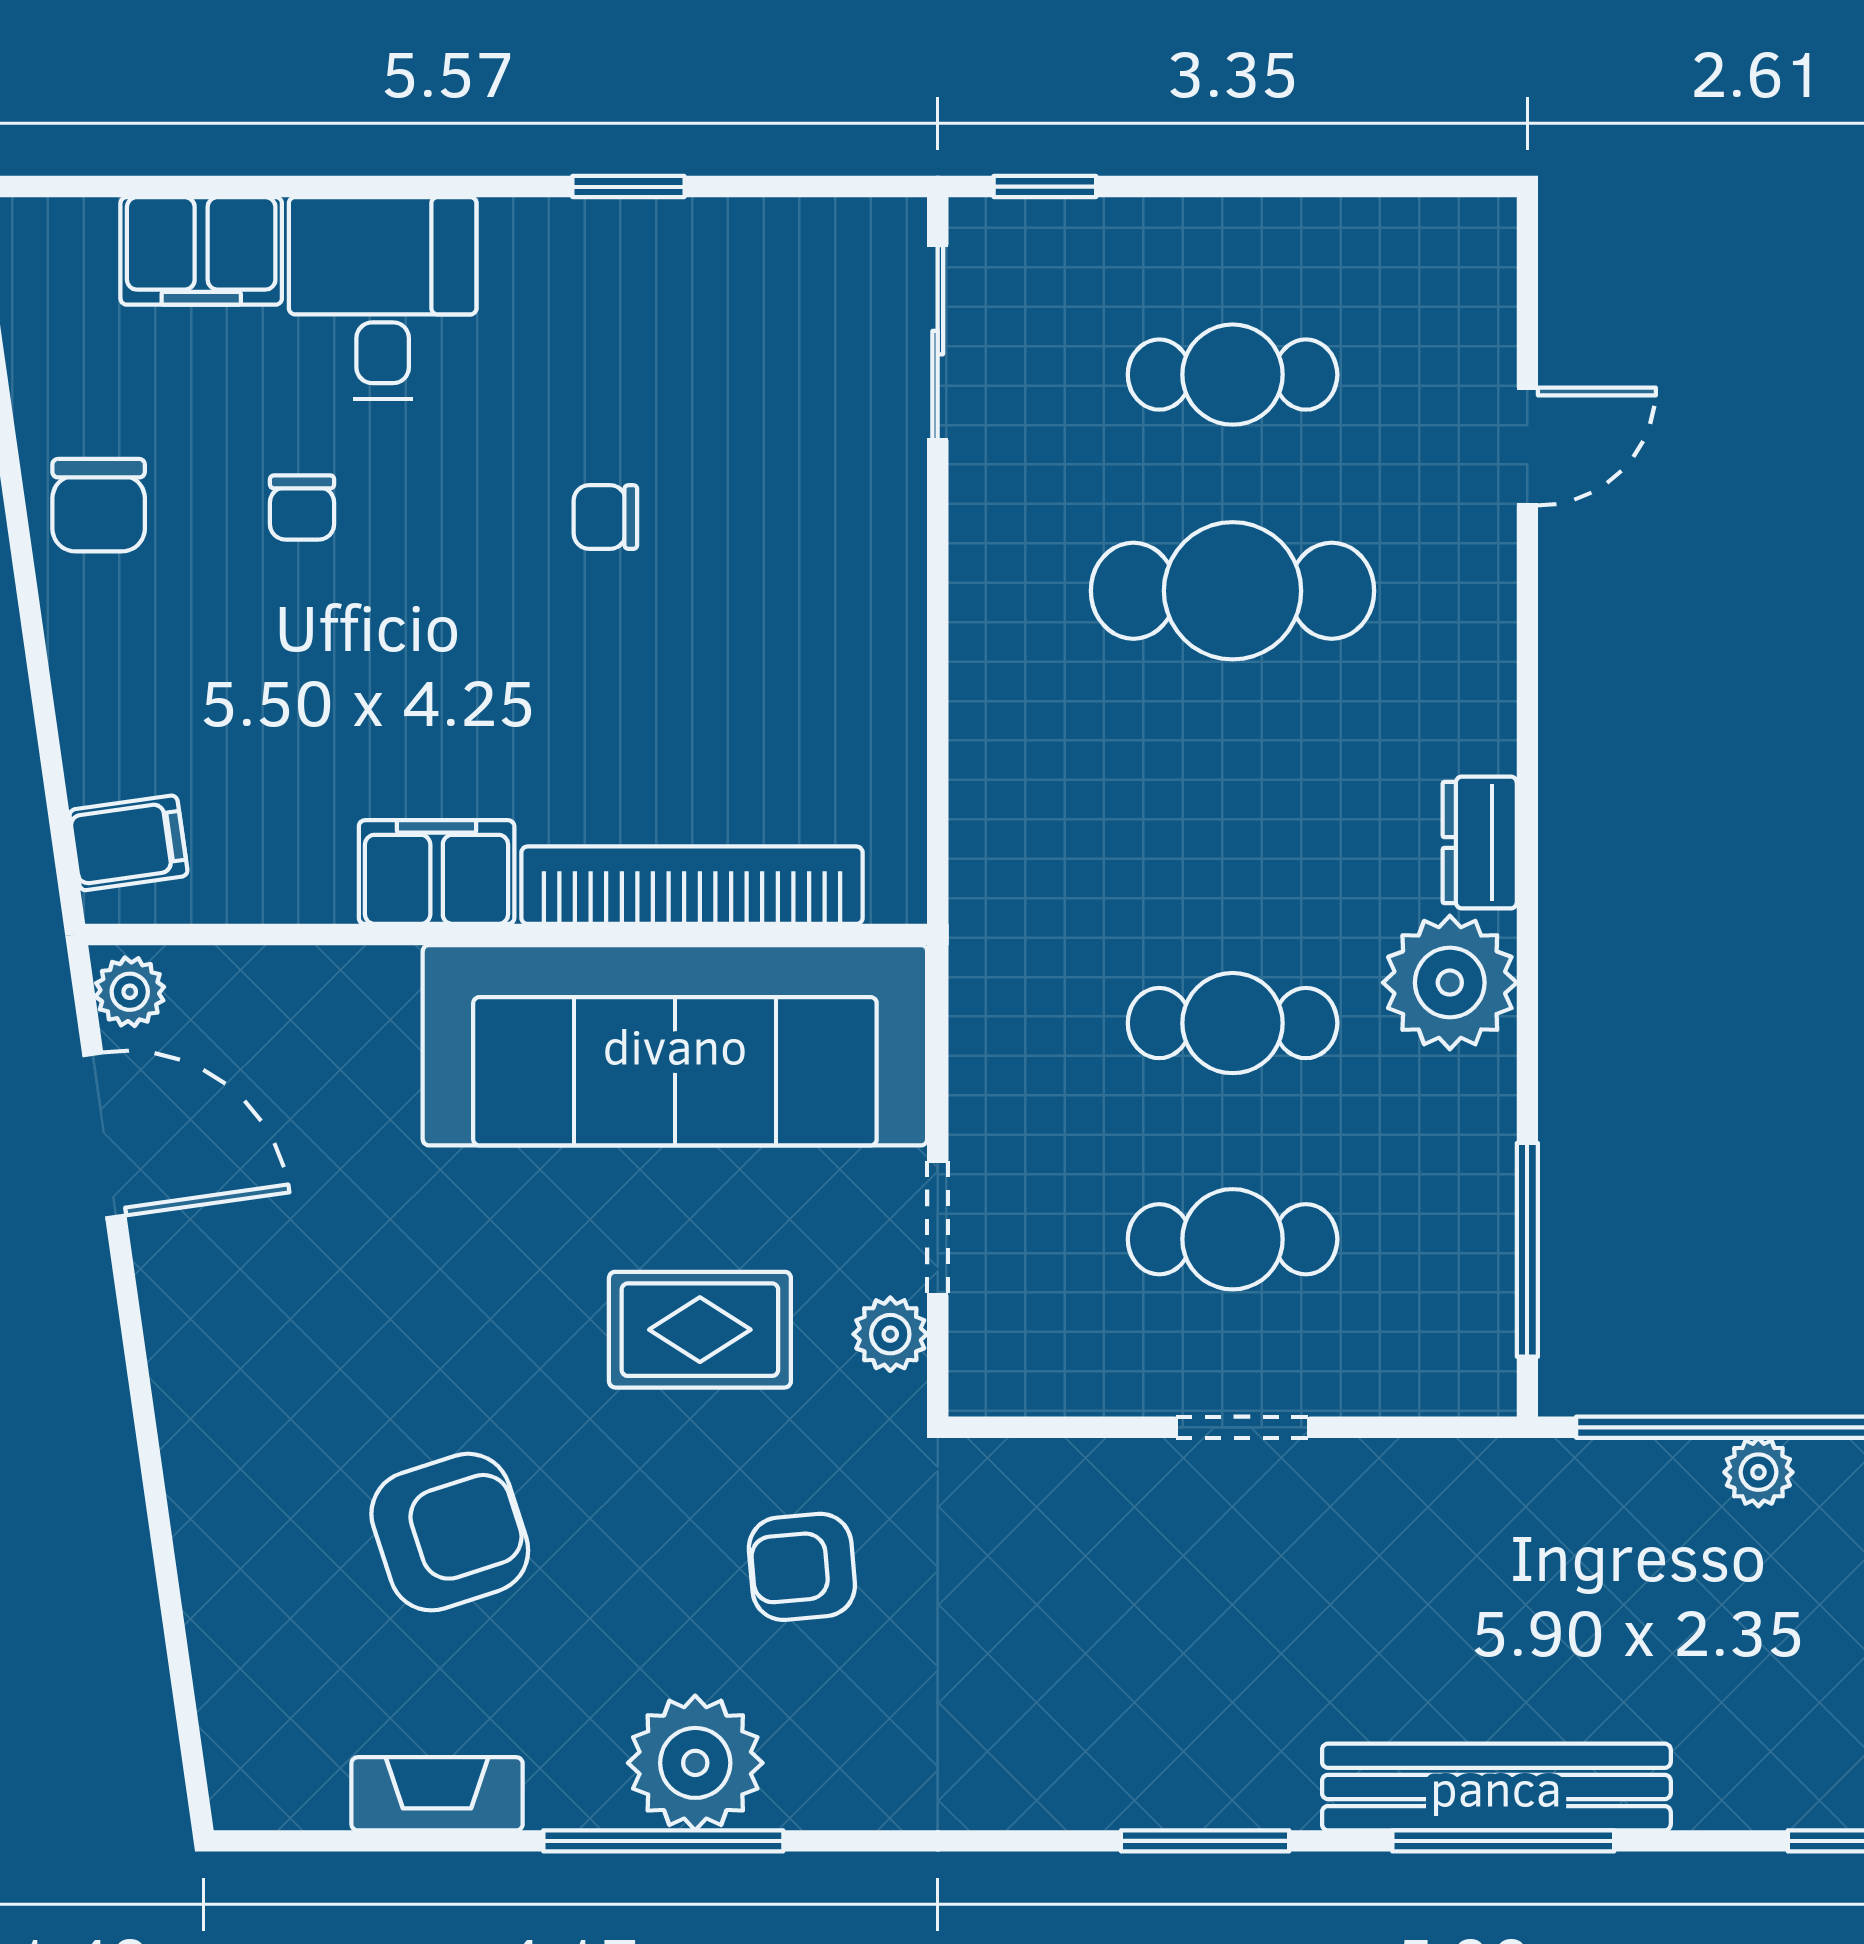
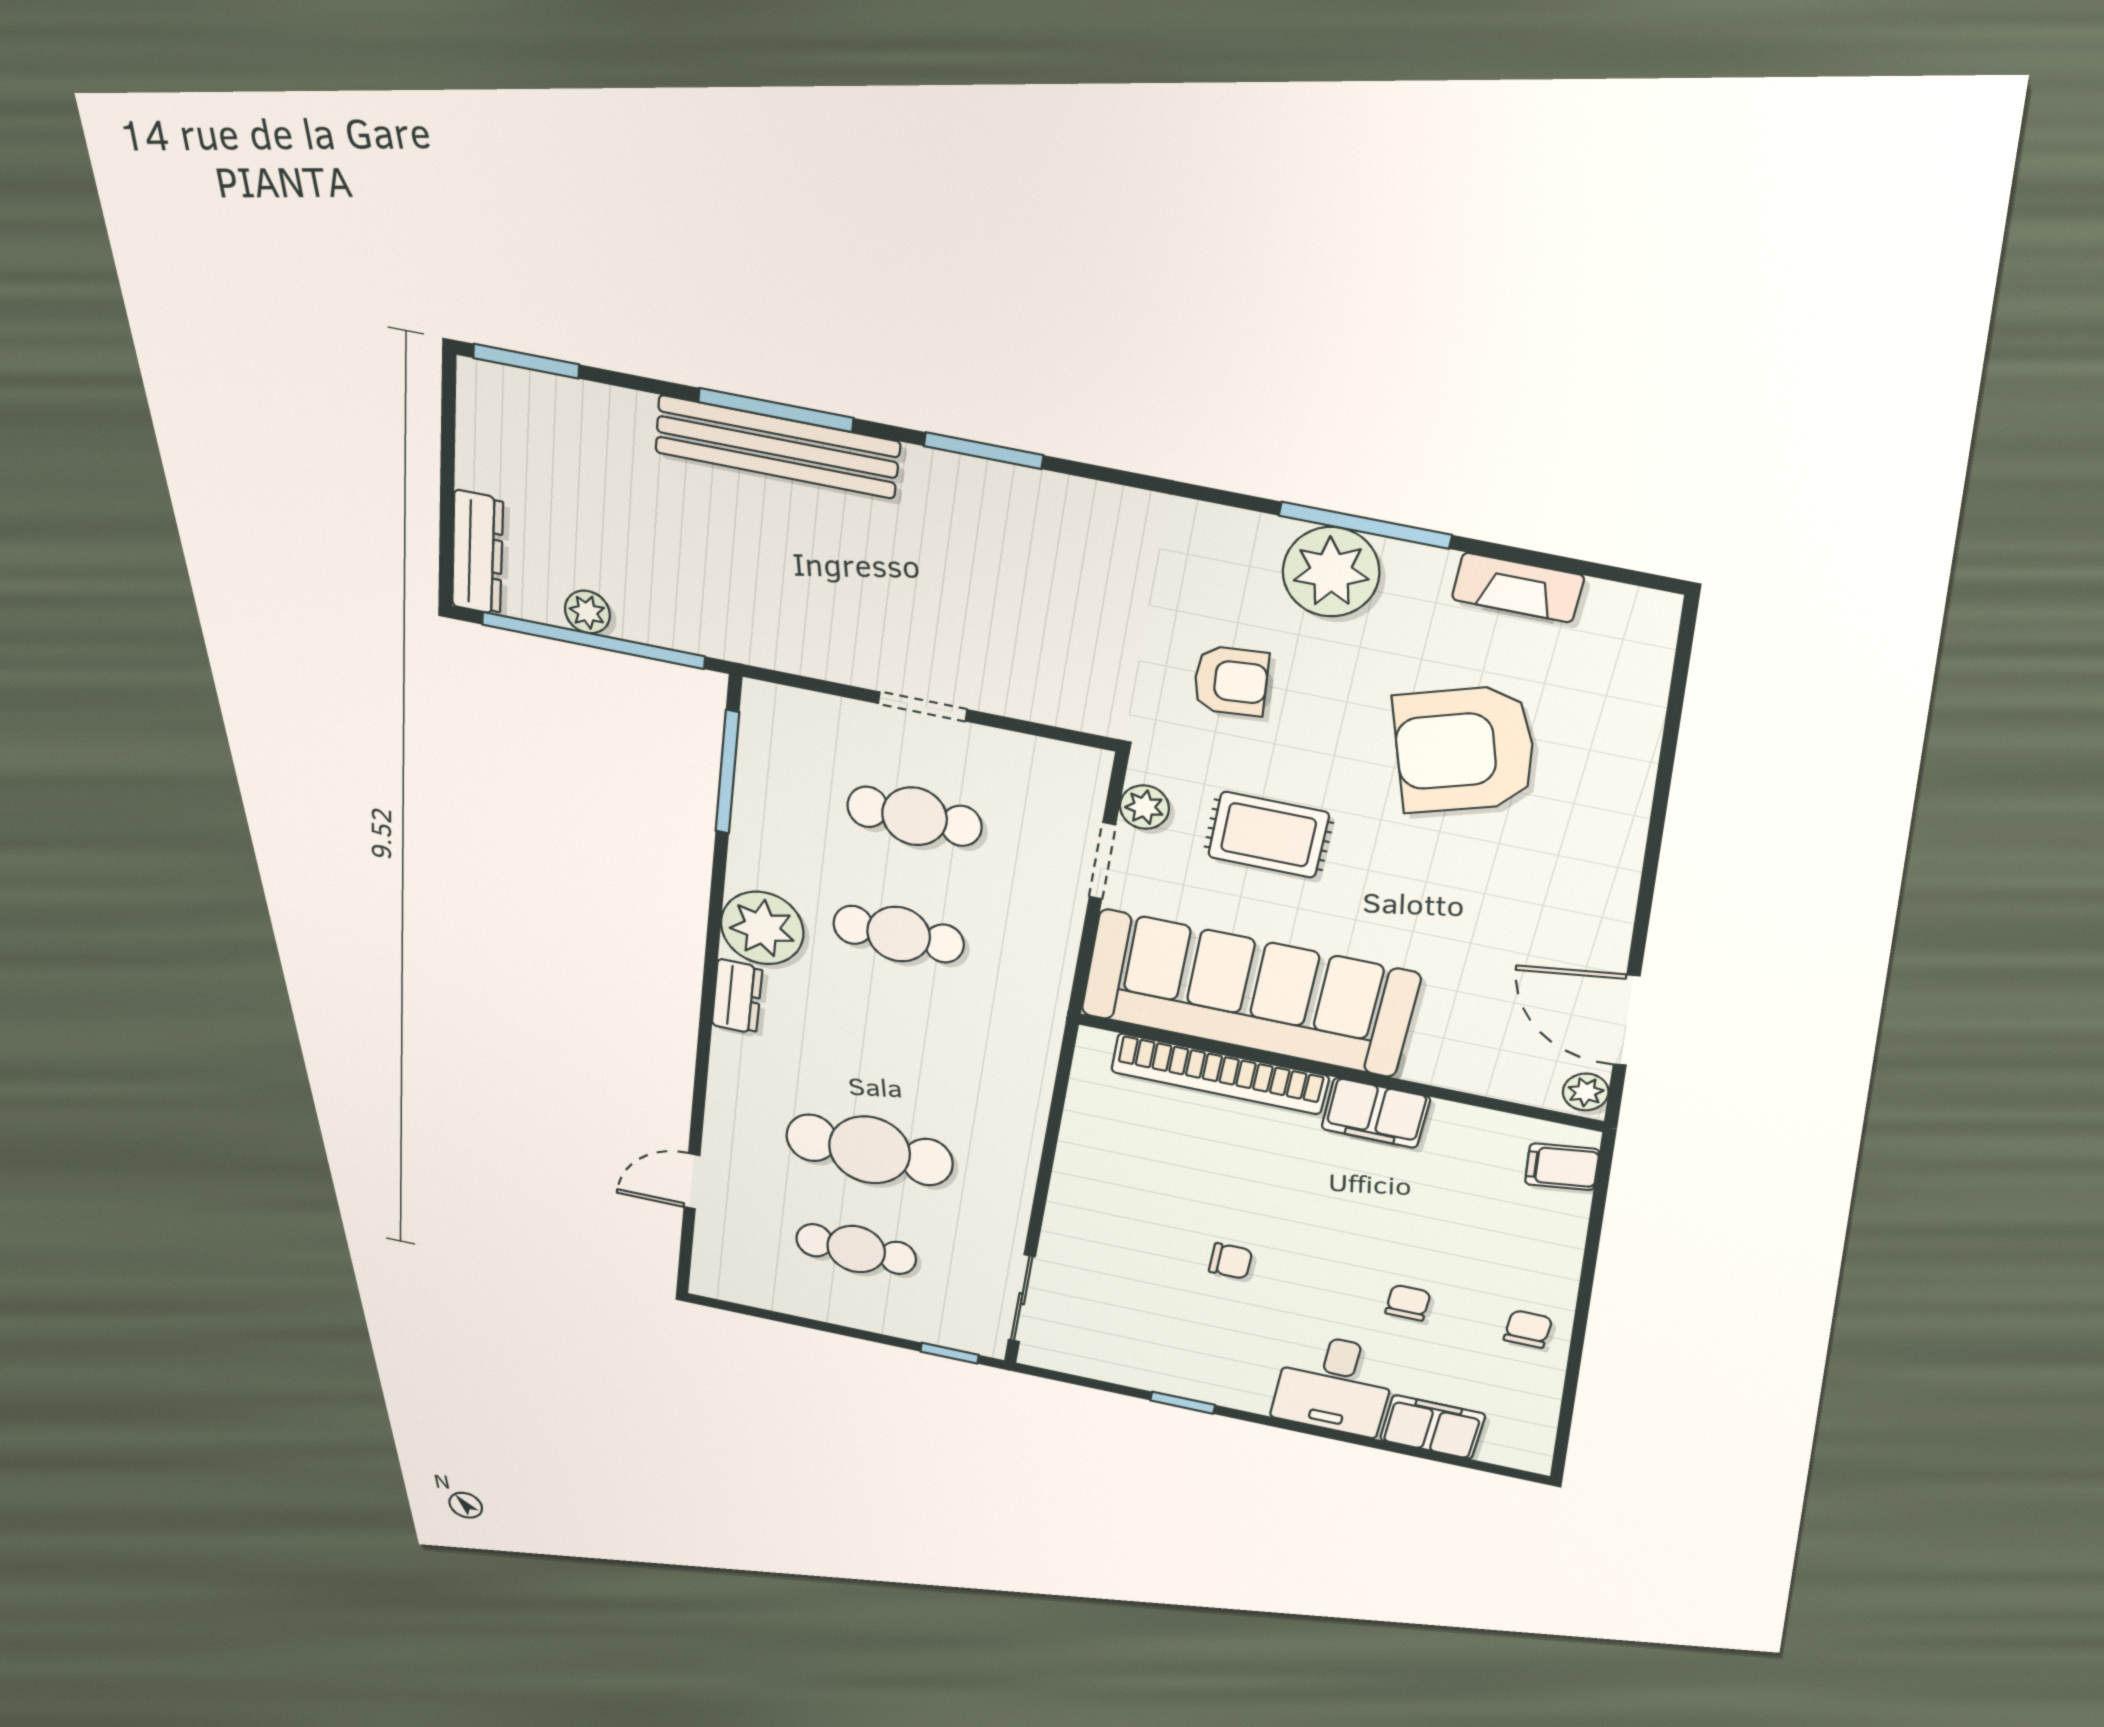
chair: (99, 505) -> (1528, 1329), width x0.73, depth x0.73
armchair: (450, 1532) -> (1465, 750), width x1.36, depth x1.36

